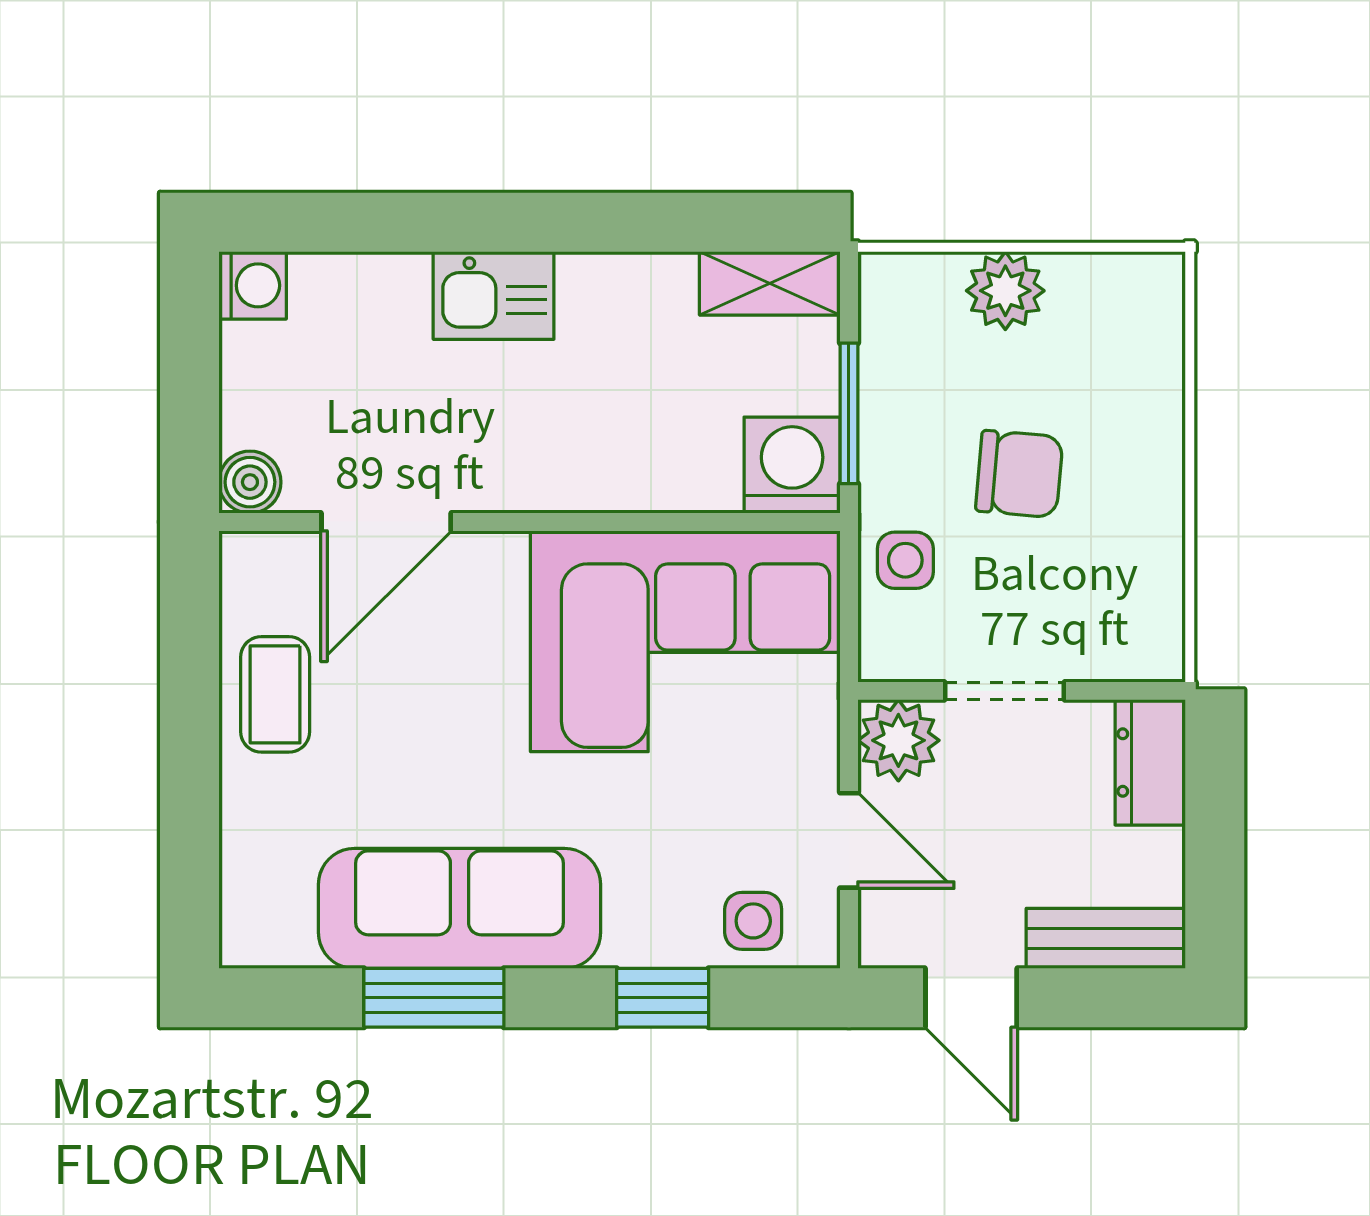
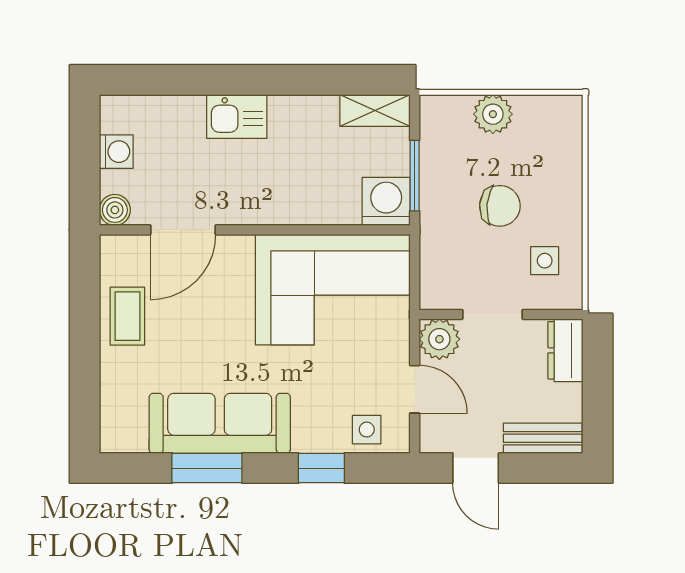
washing machine: (253, 285) -> (116, 152), moved
side table: (905, 560) -> (545, 261), moved

